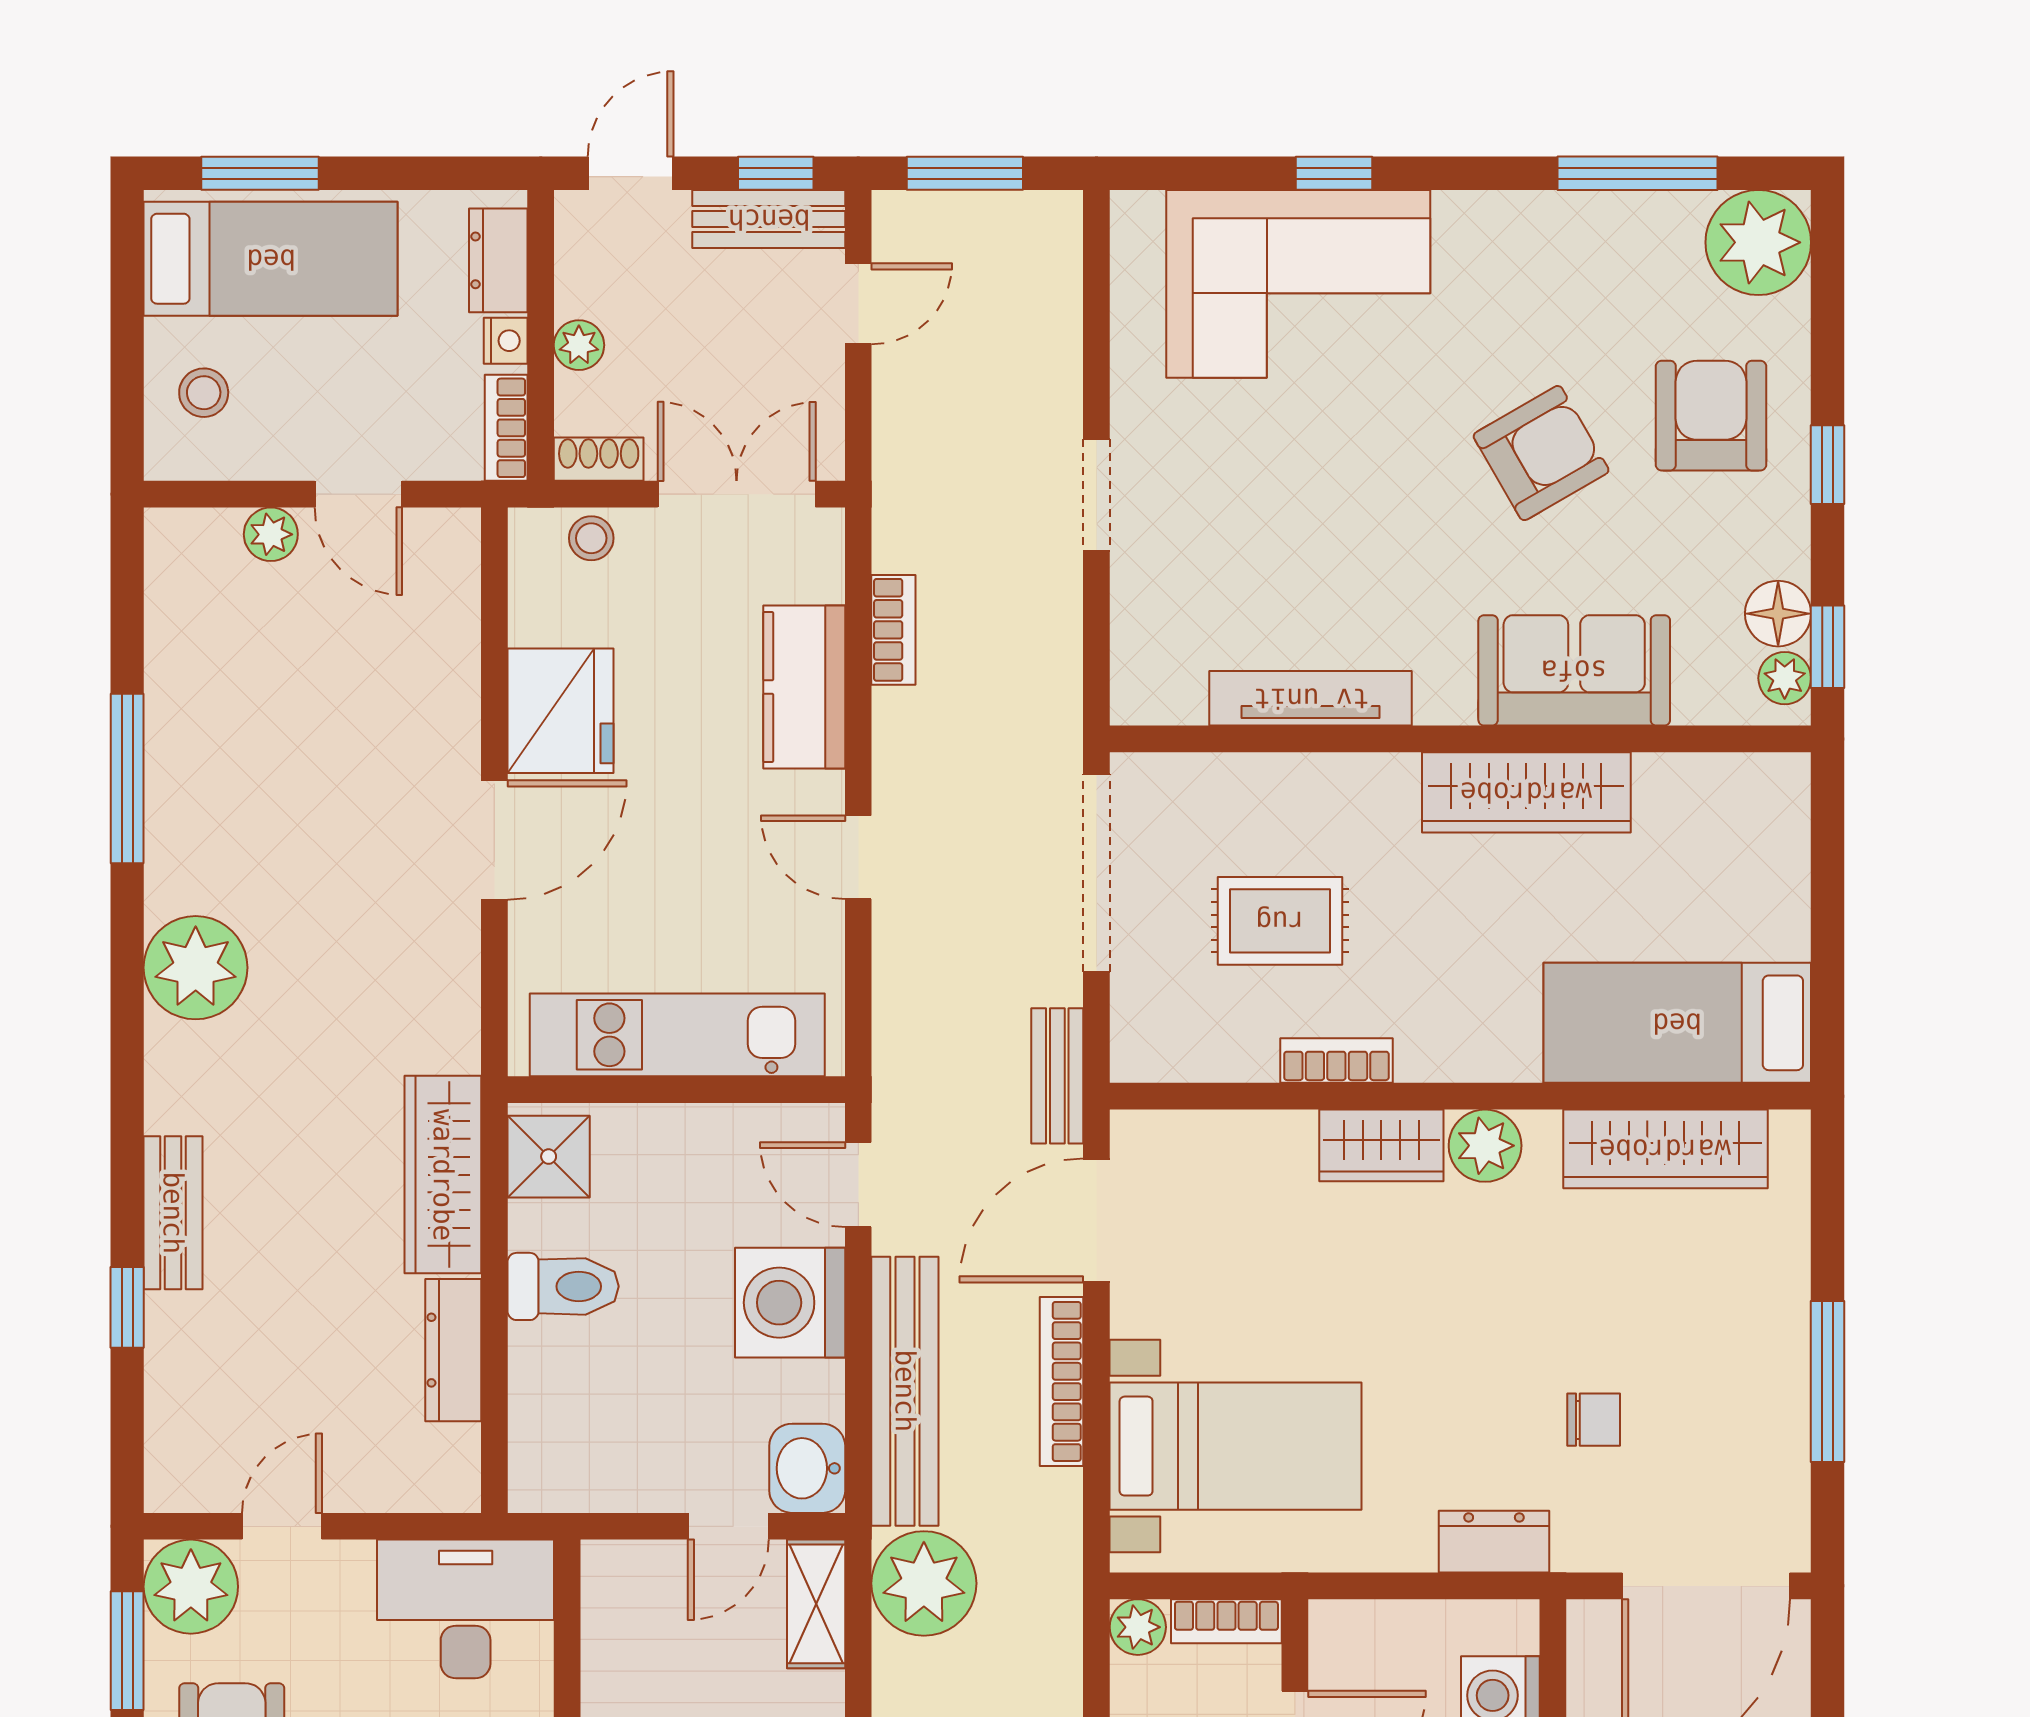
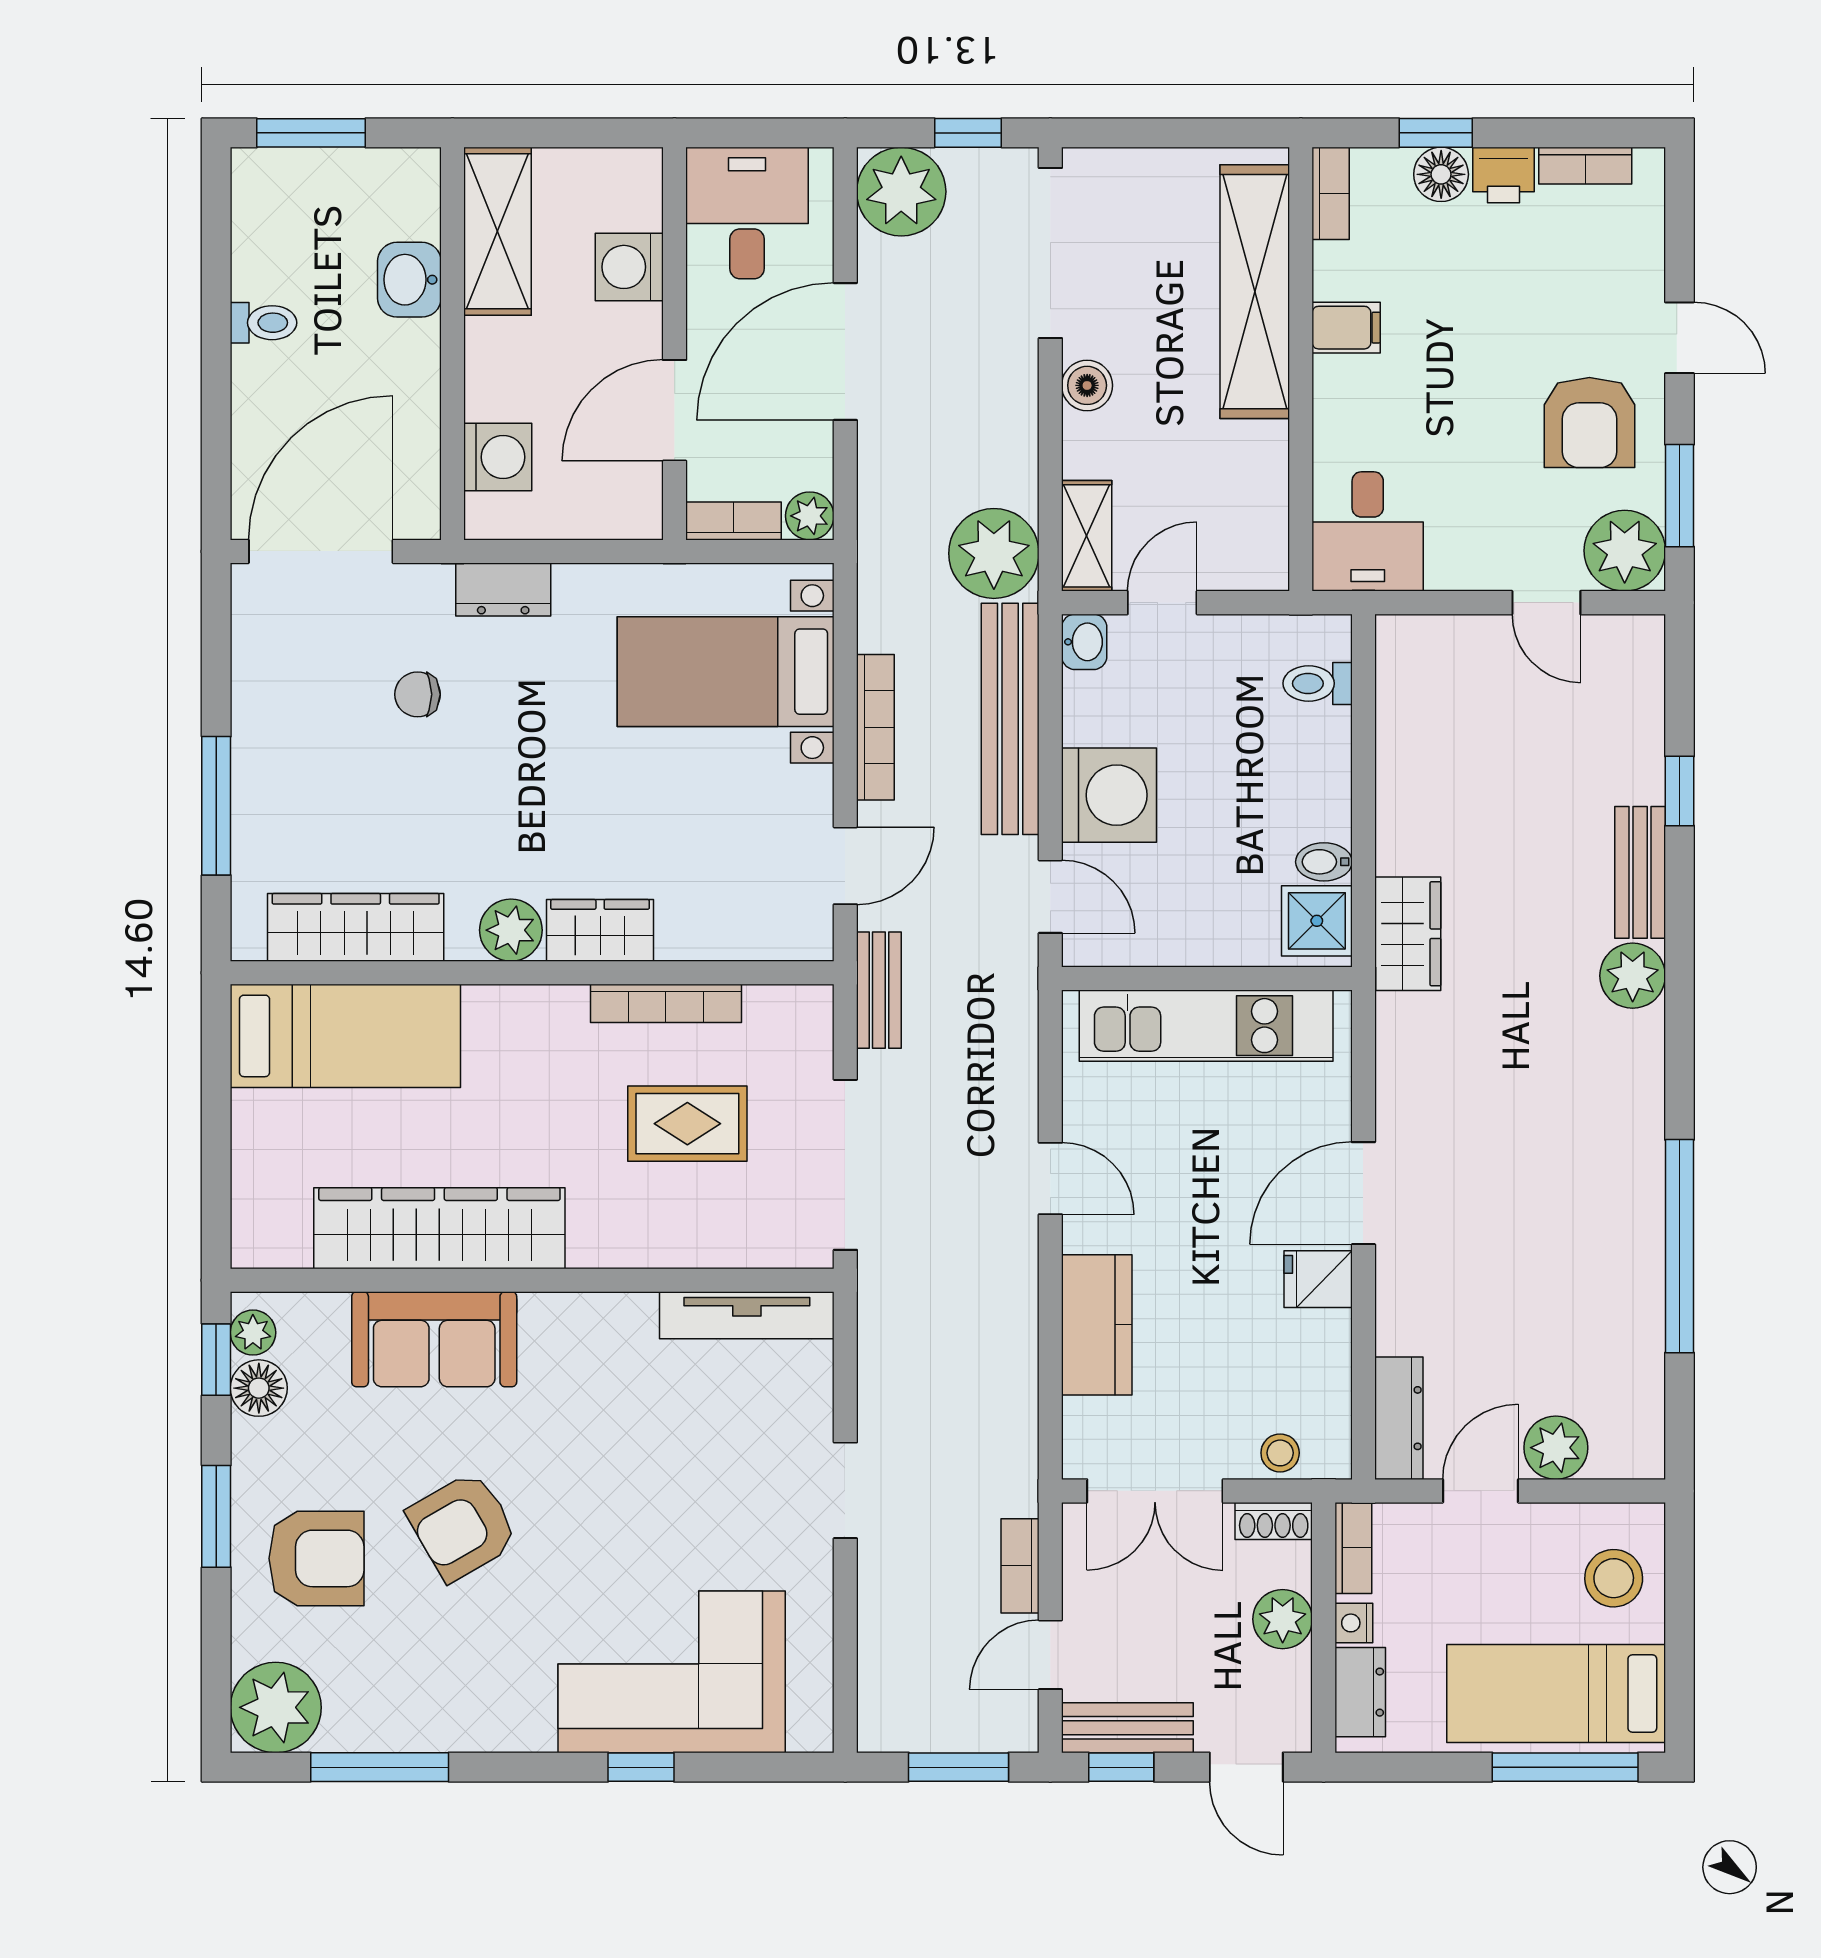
window: (260, 173) -> (1565, 1767), width x1.44
door: (631, 173) -> (1246, 1767), hinge flipped
plant: (579, 345) -> (1283, 1619), width x1.38, depth x1.38
stool: (204, 393) -> (1614, 1578), width x1.37, depth x1.37
armchair: (1711, 416) -> (316, 1558), turned -90
window: (1828, 465) -> (216, 1516), width x1.50
door: (358, 494) -> (1480, 1491), hinge flipped
plant: (271, 534) -> (1556, 1448), width x1.38, depth x1.38
bookcase: (893, 630) -> (1020, 1566), moved
tv unit: (1311, 698) -> (747, 1315), moved
fridge: (560, 711) -> (1318, 1279), width x0.53, depth x0.75
window: (127, 779) -> (1680, 1246), width x1.46
wardrobe: (1526, 792) -> (439, 1228), width x1.40, depth x1.17
plant: (196, 968) -> (1633, 976), moved, width x0.73, depth x0.73
bookcase: (1336, 1061) -> (666, 1003), width x1.56
wardrobe: (443, 1175) -> (1408, 934), width x0.67
door: (1096, 1220) -> (845, 866), width x0.73
bidet: (540, 1225) -> (1324, 862), added
toilet: (563, 1286) -> (1318, 683), moved, width x0.73, depth x0.72
dresser: (453, 1350) -> (1399, 1418), moved
window: (1828, 1381) -> (216, 806), moved
washbasin: (807, 1468) -> (1084, 642), width x0.72, depth x0.69
door: (282, 1526) -> (1546, 603), hinge flipped
desk: (466, 1609) -> (1368, 531), width x0.73

